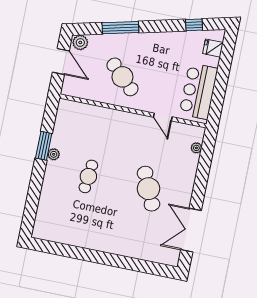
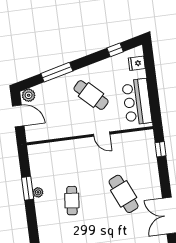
cafe table: (122, 77) -> (91, 95), moved
door: (163, 117) -> (102, 134), moved
plant: (196, 148) -> (151, 148), removed
window: (207, 153) -> (161, 149), added

